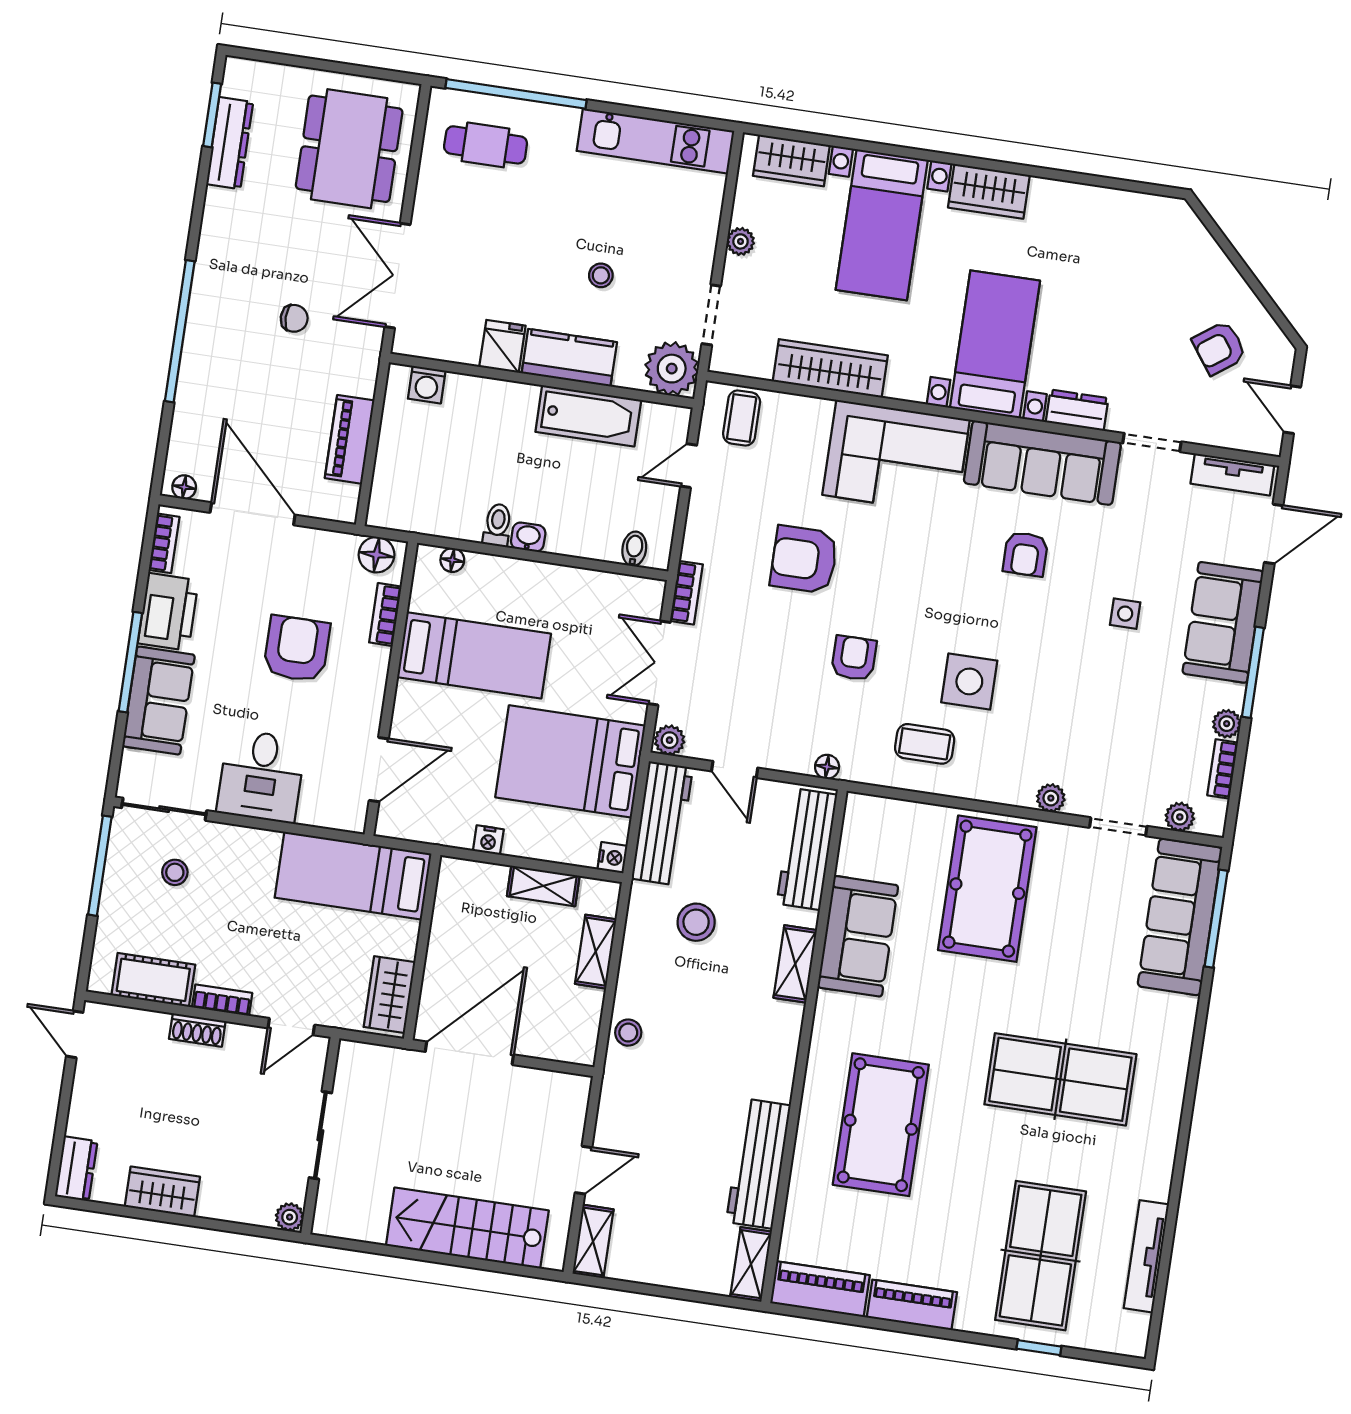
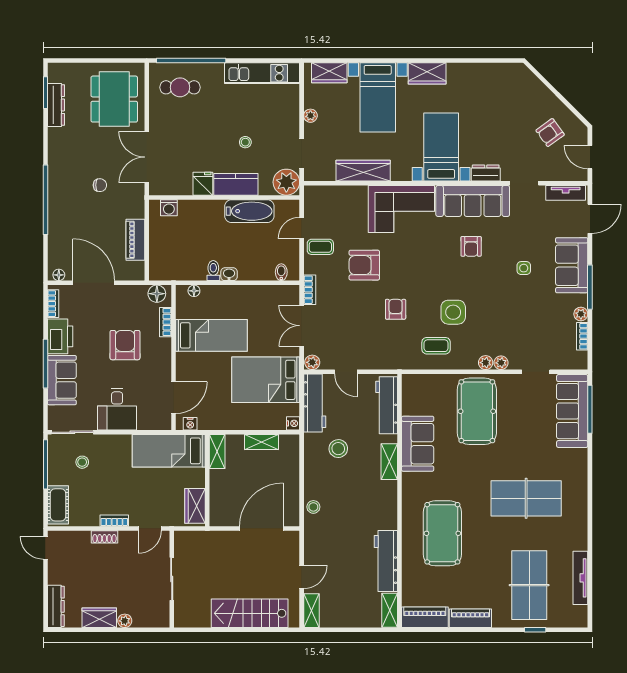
coffee table: (742, 418) -> (320, 247), moved, turned 90
floor lamp: (827, 767) -> (390, 364), removed
plant: (1180, 817) -> (486, 363), moved
nightstand: (488, 840) -> (190, 424), moved
shelving: (596, 952) -> (217, 452), moved
cot: (153, 980) -> (58, 505), moved, turned 90
door: (469, 1053) -> (261, 528), moved
dresser: (76, 1169) -> (56, 606), width x1.44
plant: (290, 1217) -> (125, 621), moved

